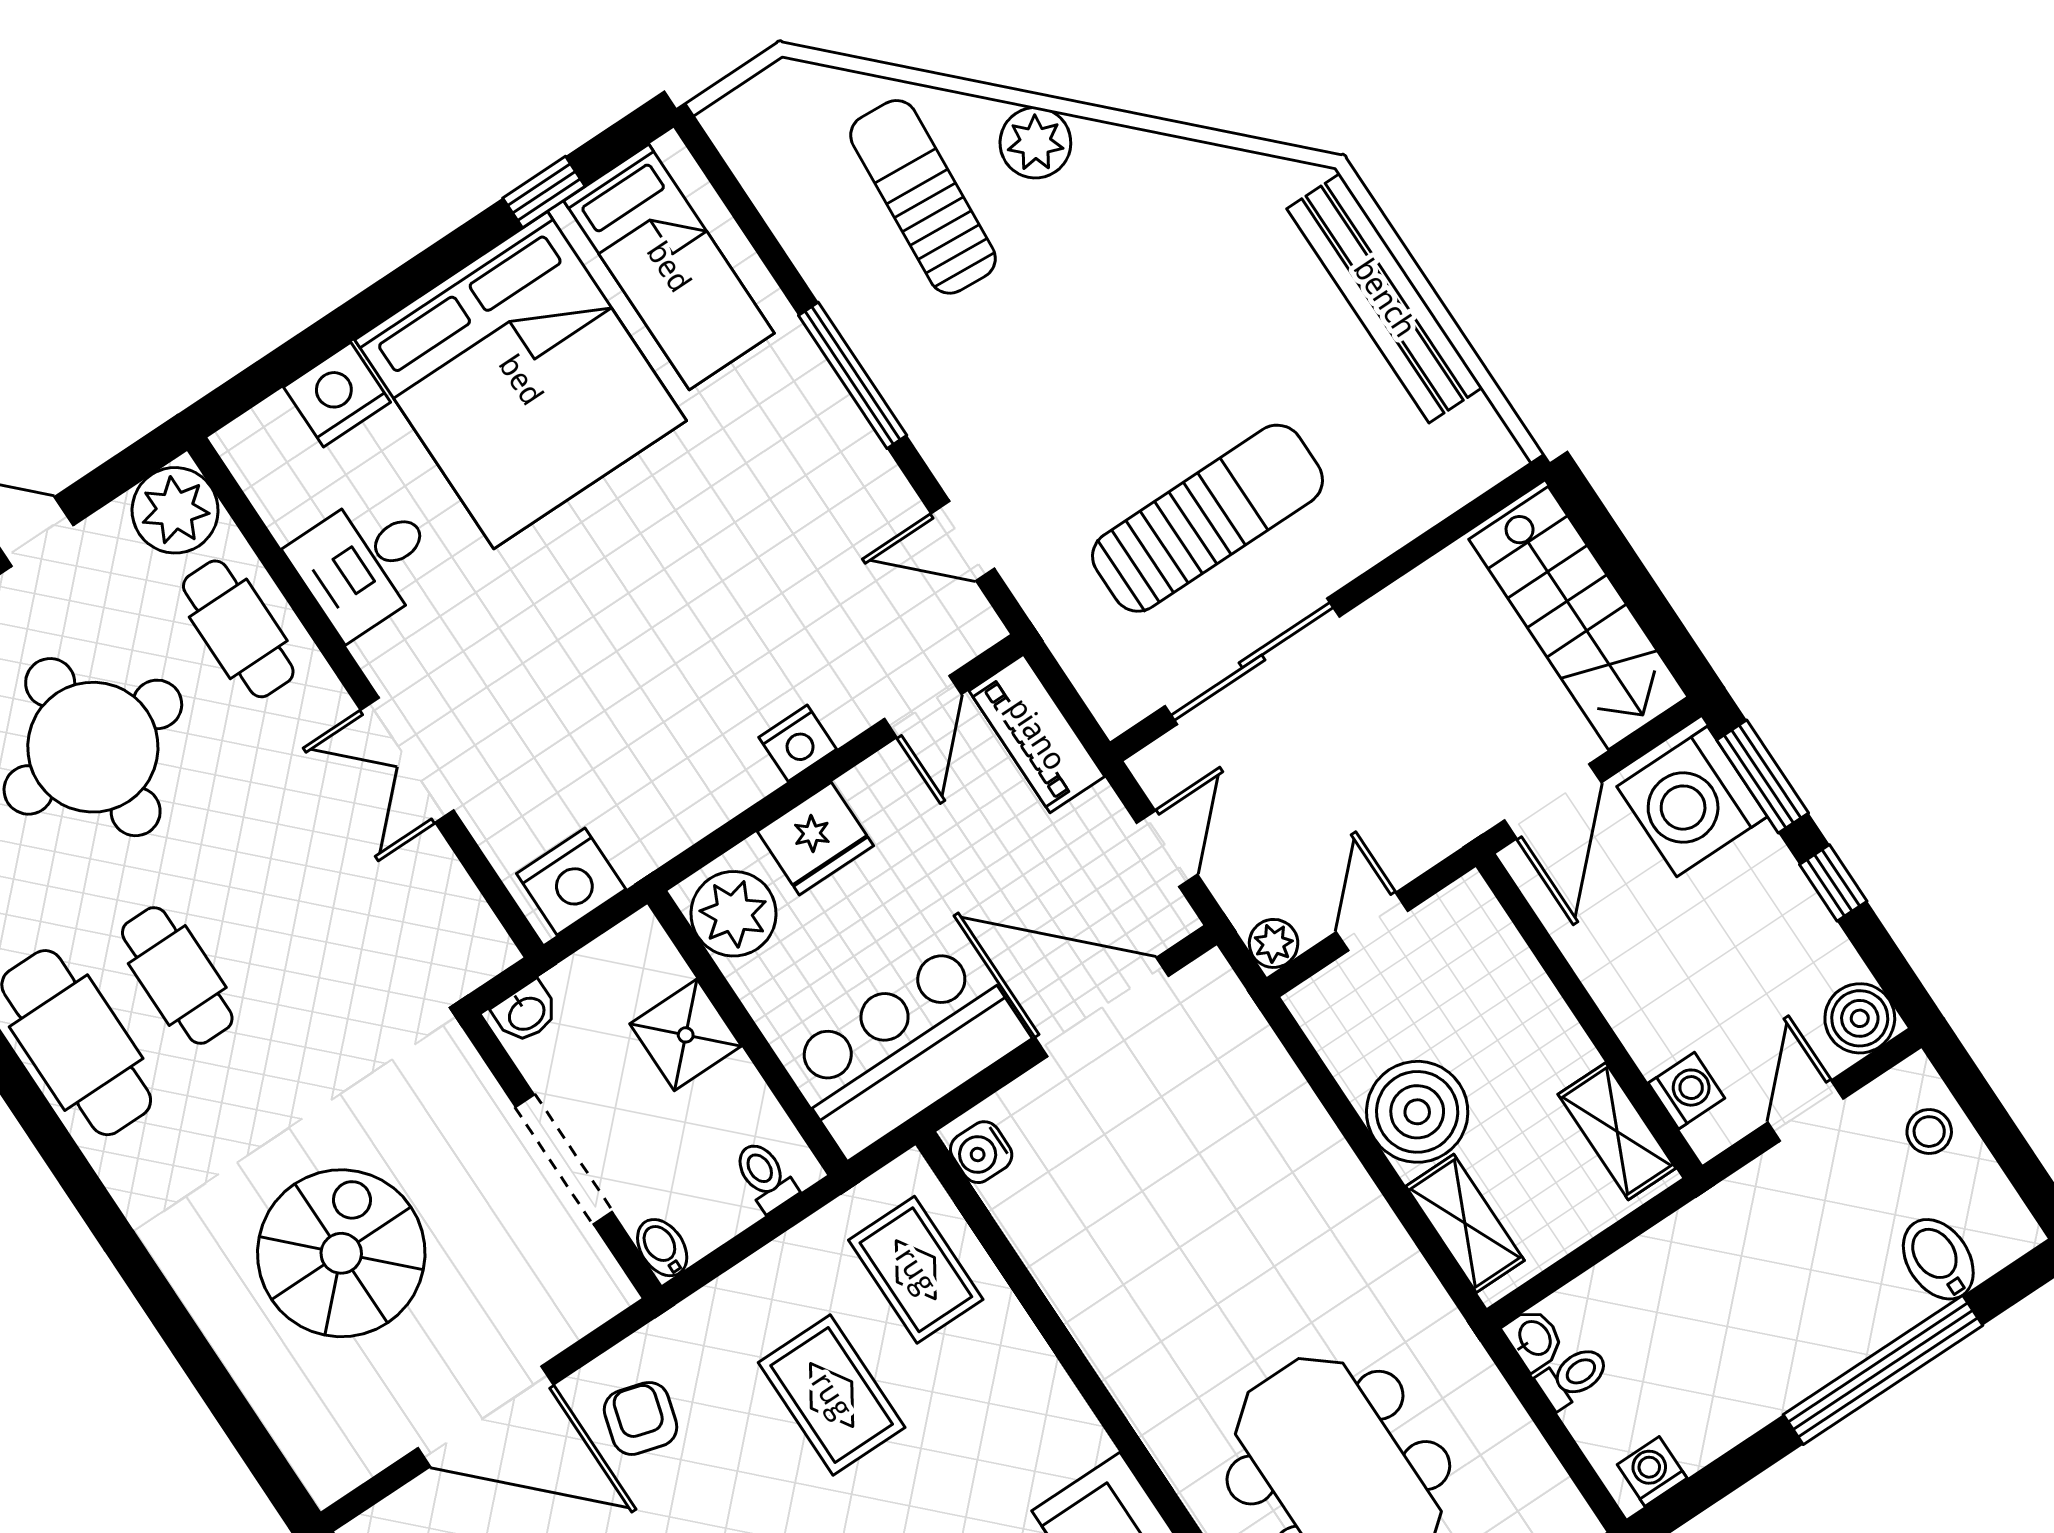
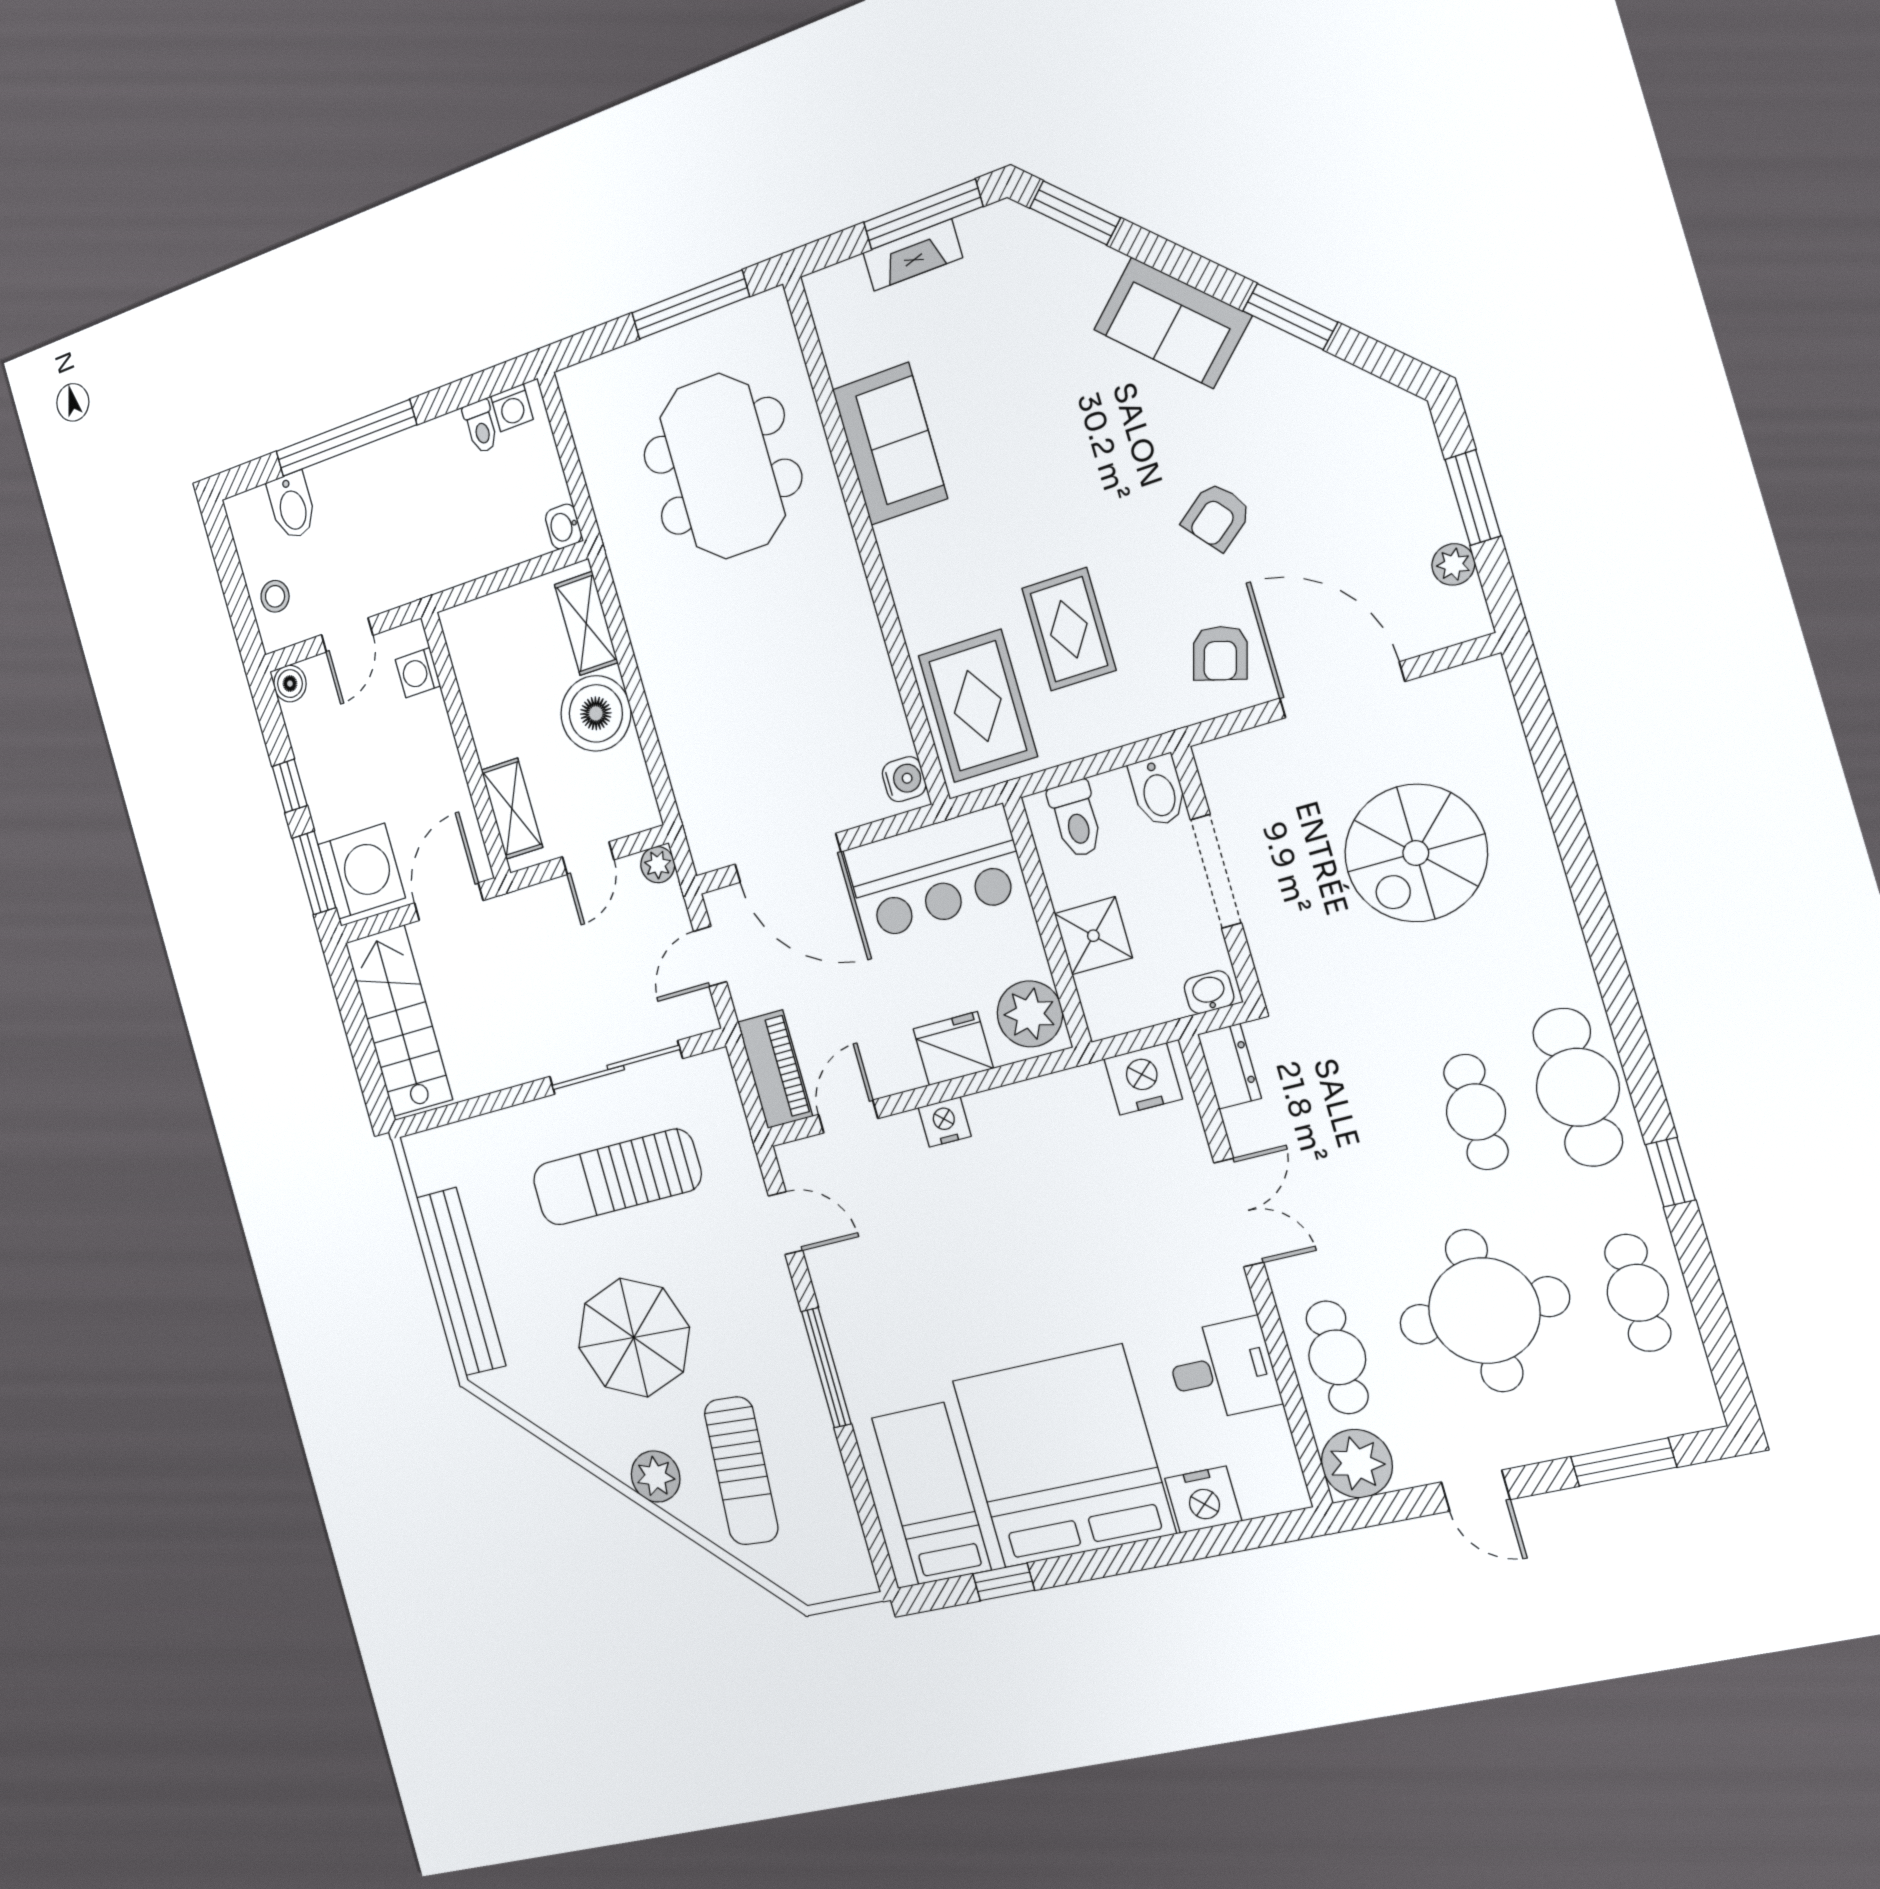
parasol: (1120, 315) -> (634, 1338), added
dresser: (474, 932) -> (1229, 1066), added
boiler: (1860, 1018) -> (290, 684), width x0.73, depth x0.73
shelving: (1617, 1131) -> (512, 809), moved
toilet: (765, 1176) -> (1076, 819), width x1.37, depth x1.39
bidet: (662, 1248) -> (1158, 791), width x1.38, depth x1.36
rug: (916, 1270) -> (978, 706), width x1.36, depth x1.43
toilet: (1573, 1377) -> (481, 426), moved, turned -90

